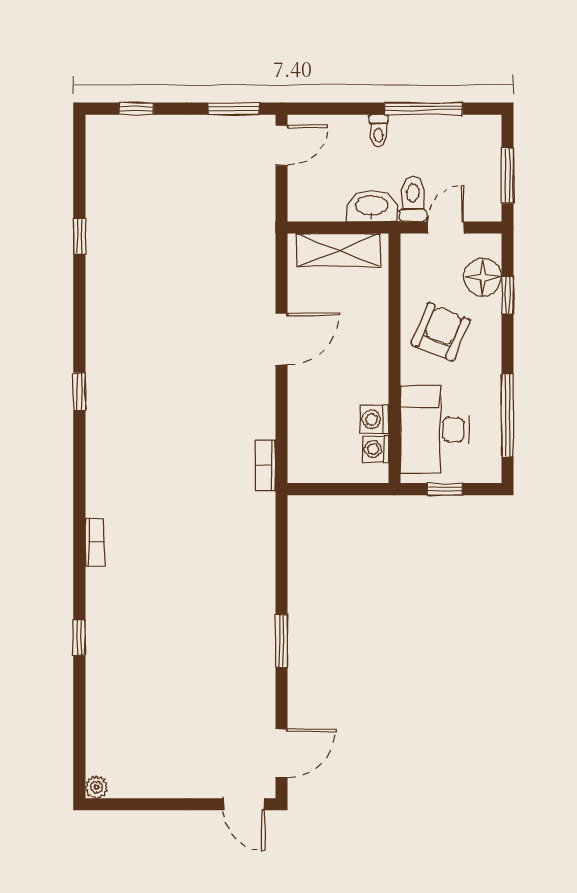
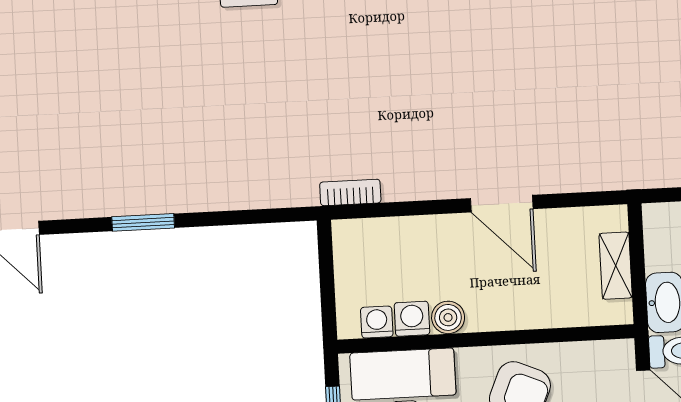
shelving: (339, 250) -> (616, 266), width x0.67, depth x0.75
boiler: (375, 389) -> (448, 317), added

